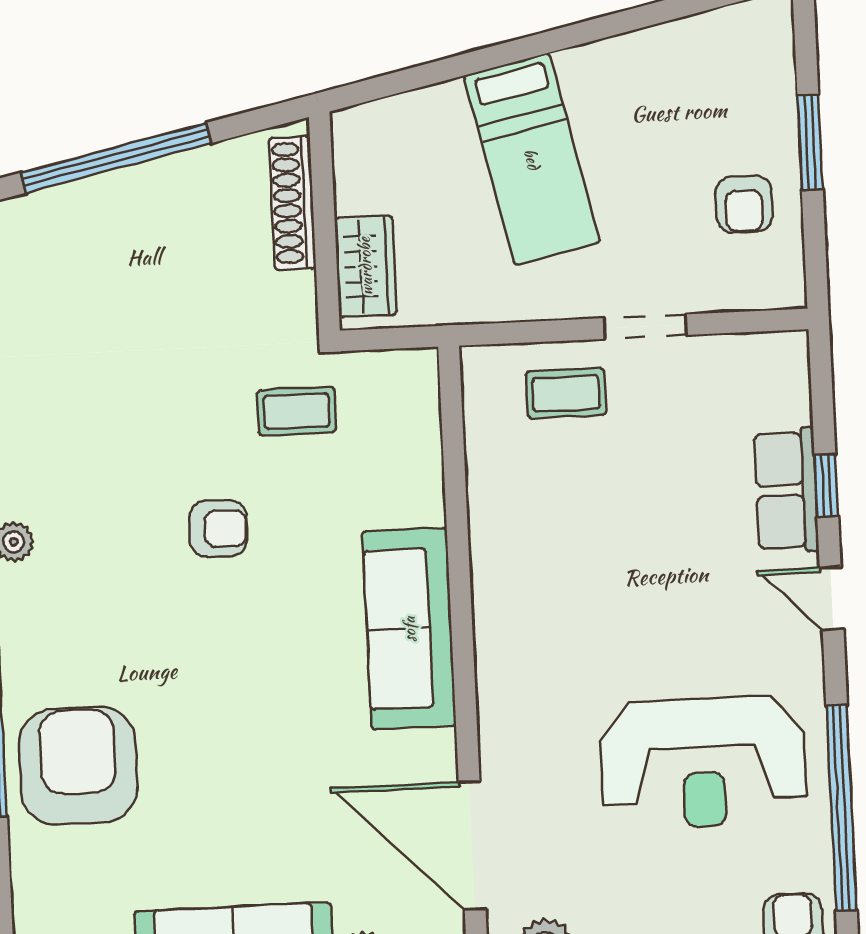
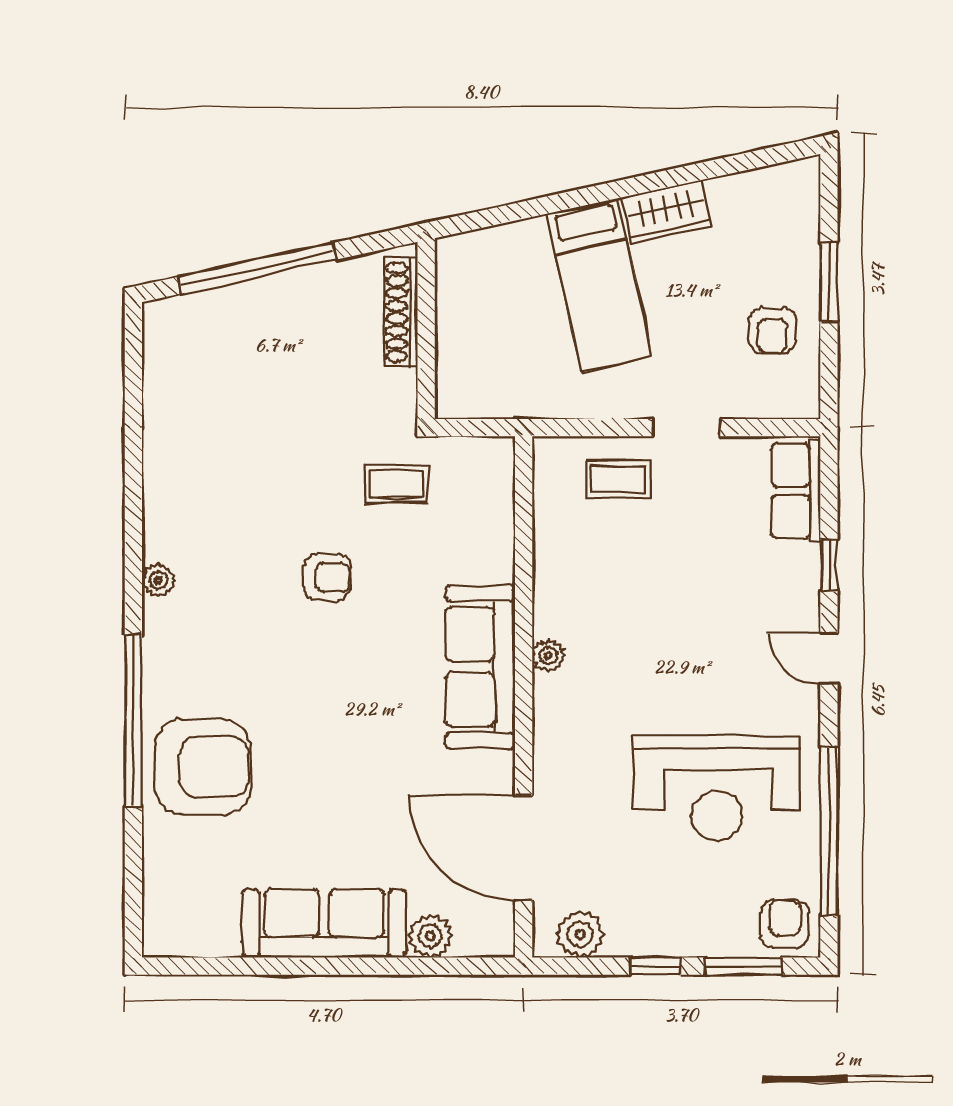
wardrobe: (365, 266) -> (666, 212), moved, turned 78
row of seats: (786, 490) -> (796, 491), moved
plant: (491, 611) -> (548, 656), added
armchair: (78, 766) -> (202, 767), turned 90

